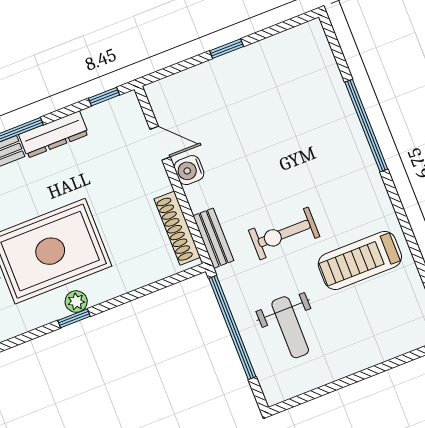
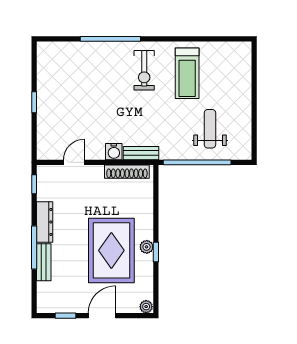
water cooler: (189, 170) -> (114, 152), moved
exercise bike: (284, 233) -> (144, 70), moved
weight bench: (290, 327) -> (210, 129), turned -90

